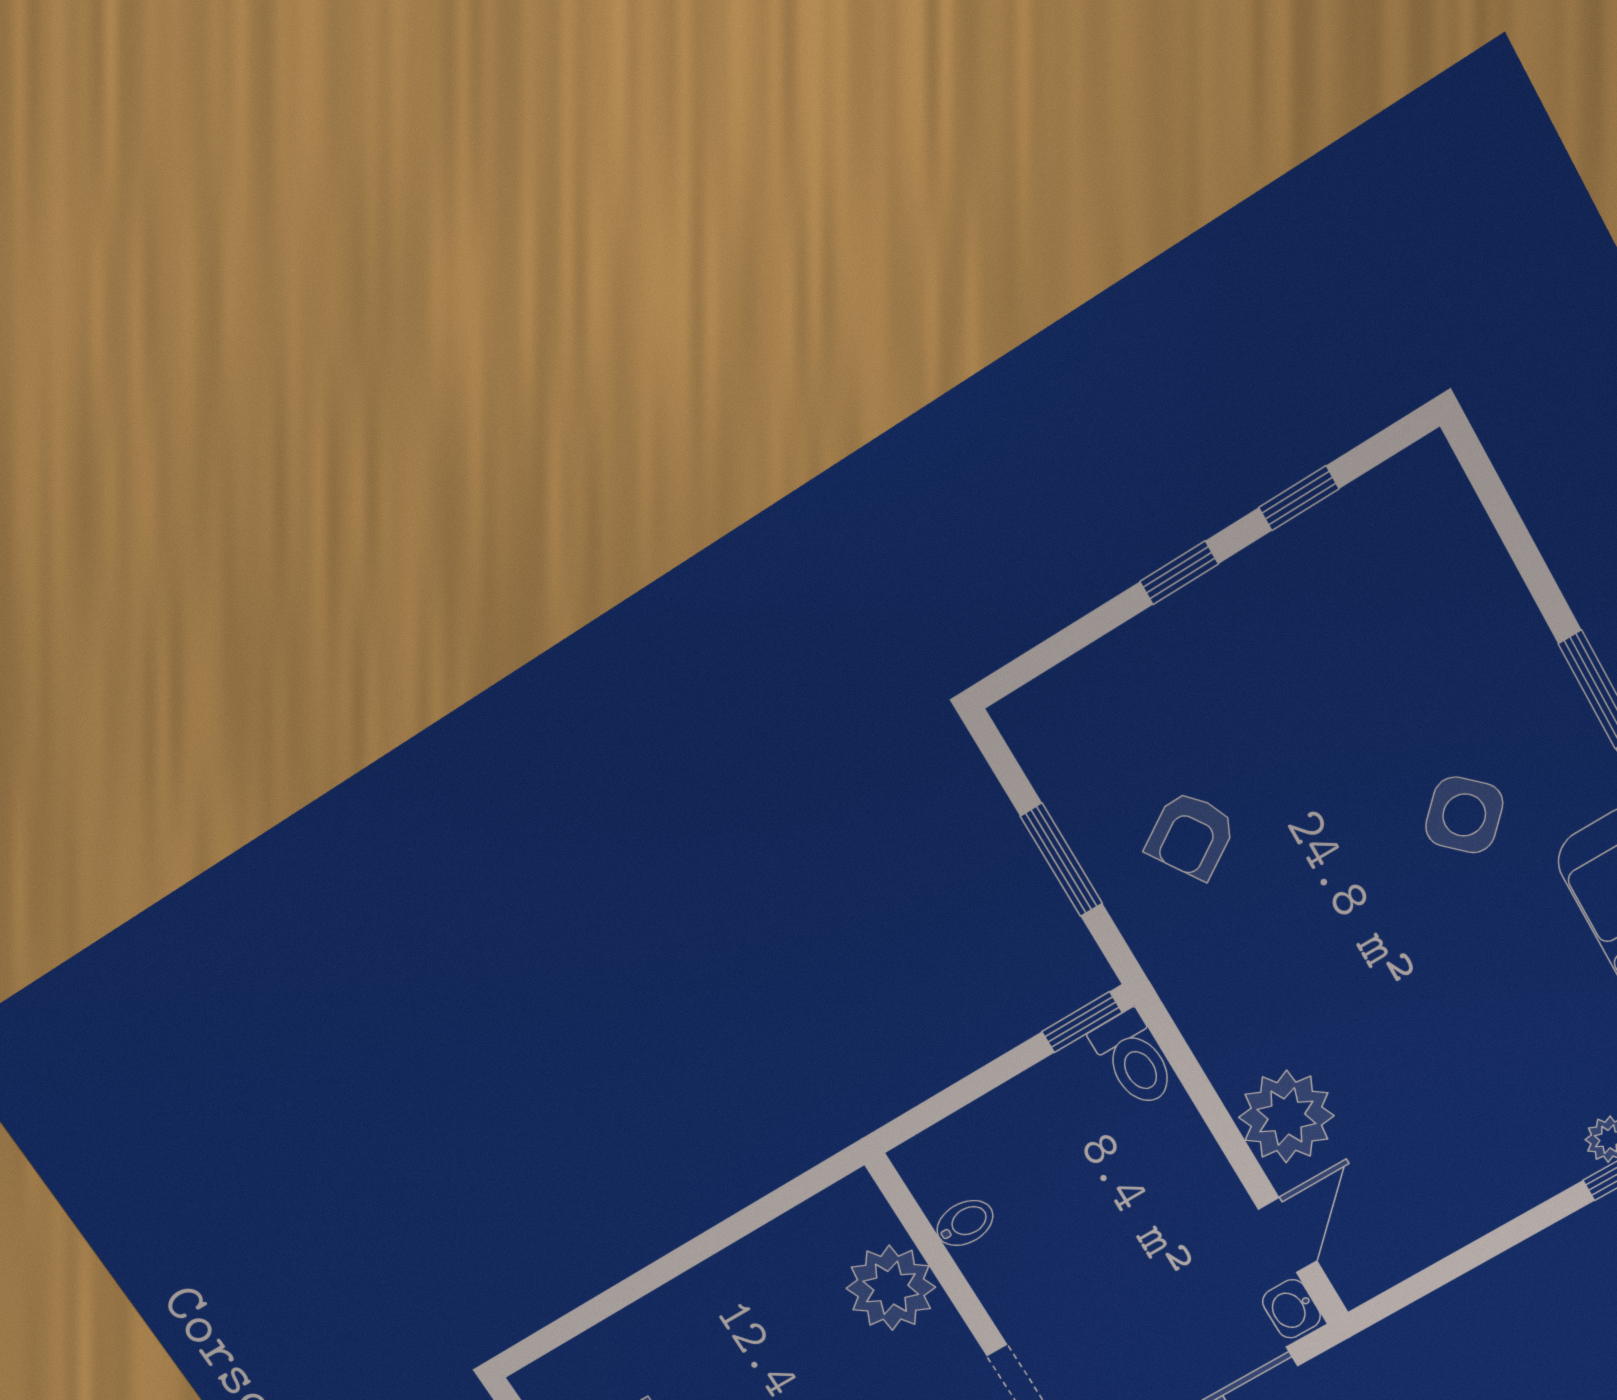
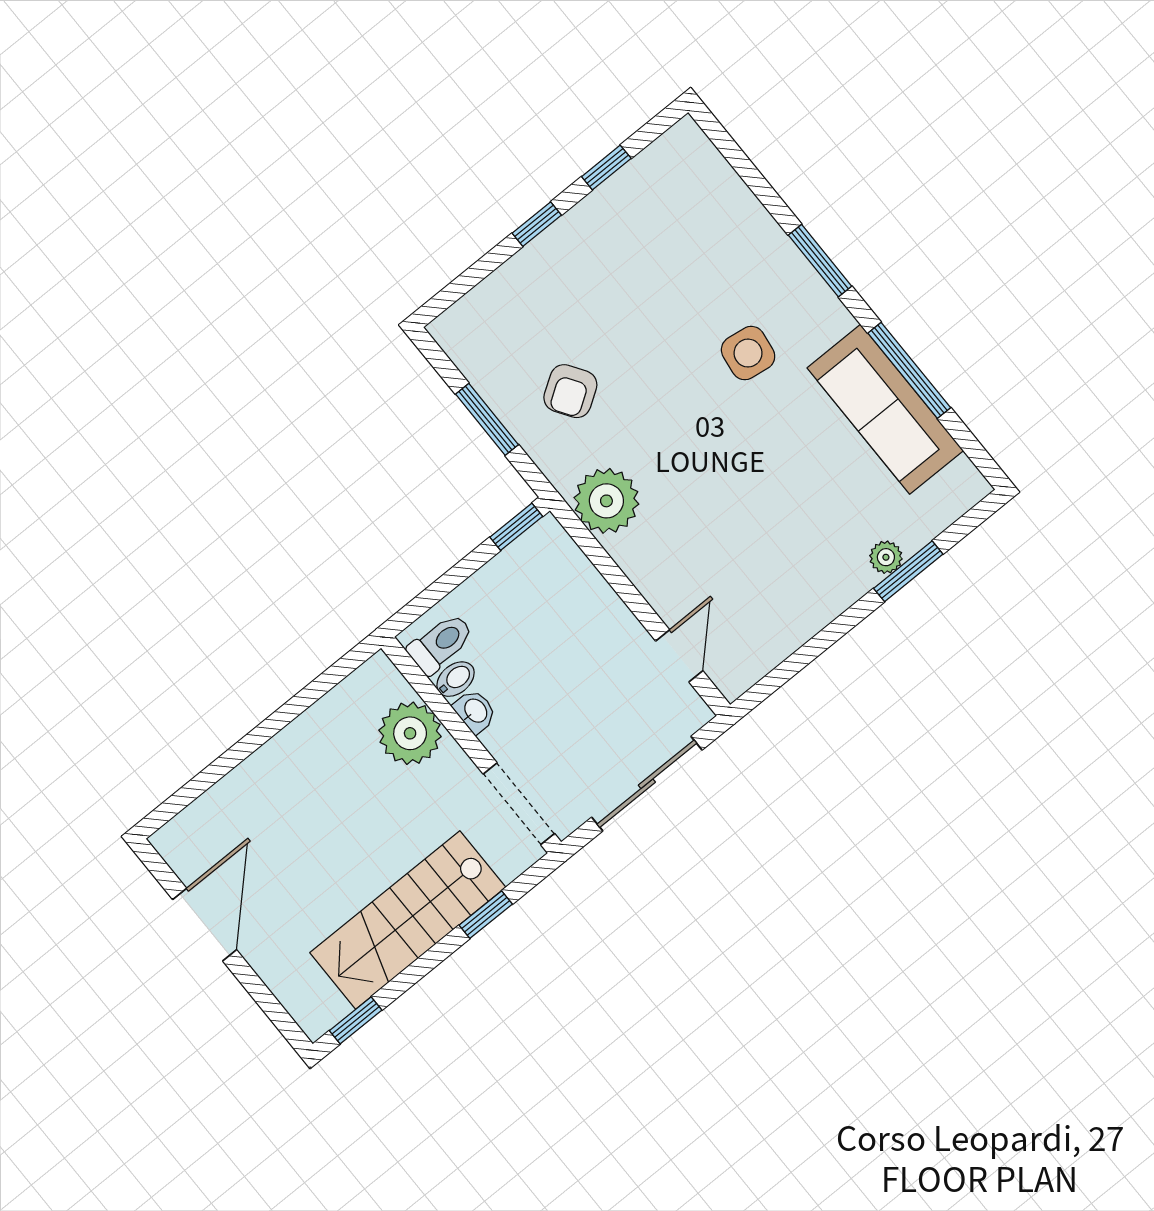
side table: (1464, 815) -> (748, 353), turned -36
toilet: (1134, 1059) -> (441, 643), moved, turned -90
plant: (1286, 1117) -> (606, 501), moved
washbasin: (1291, 1309) -> (475, 711), moved, turned 180

